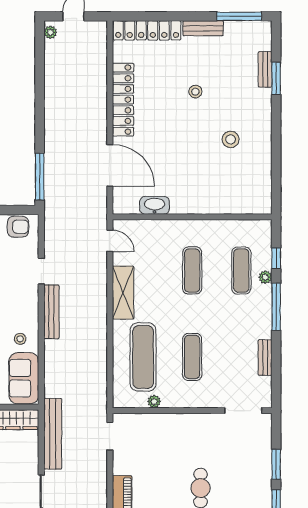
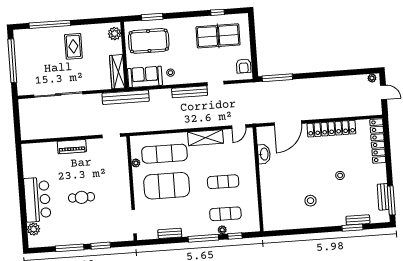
bench: (203, 28) -> (383, 197), moved
exercise mat: (192, 357) -> (167, 186), width x2.00, depth x1.45
bench: (53, 434) -> (126, 97), moved

